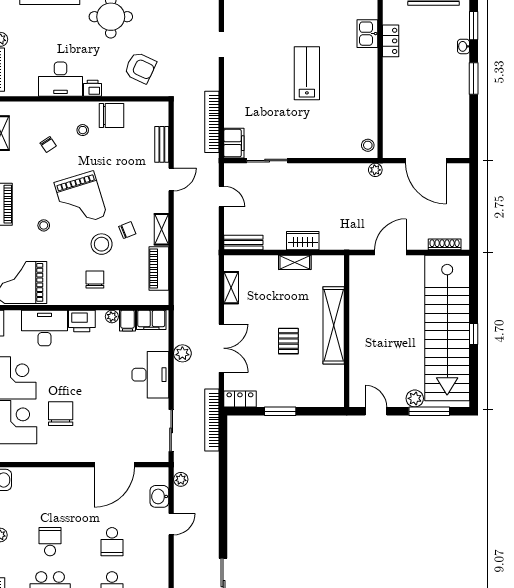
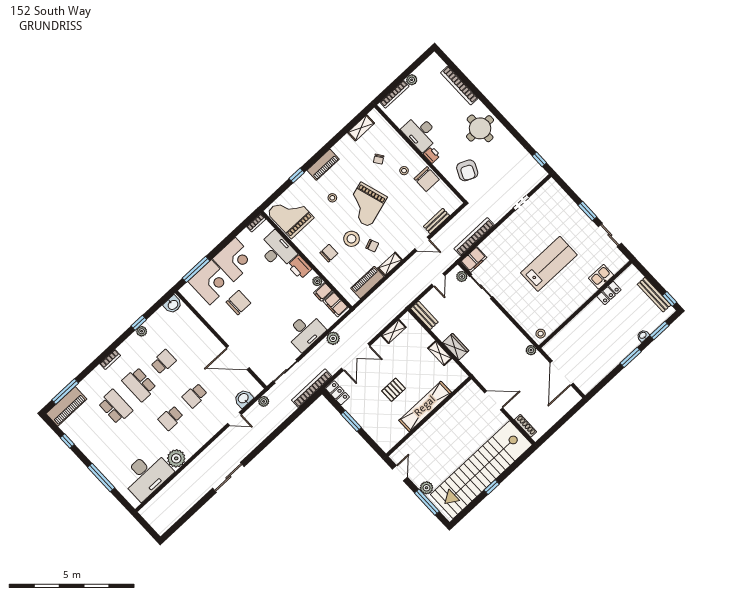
lab bench: (307, 73) -> (549, 264), width x1.36, depth x1.39
plant: (240, 170) -> (462, 276), added

